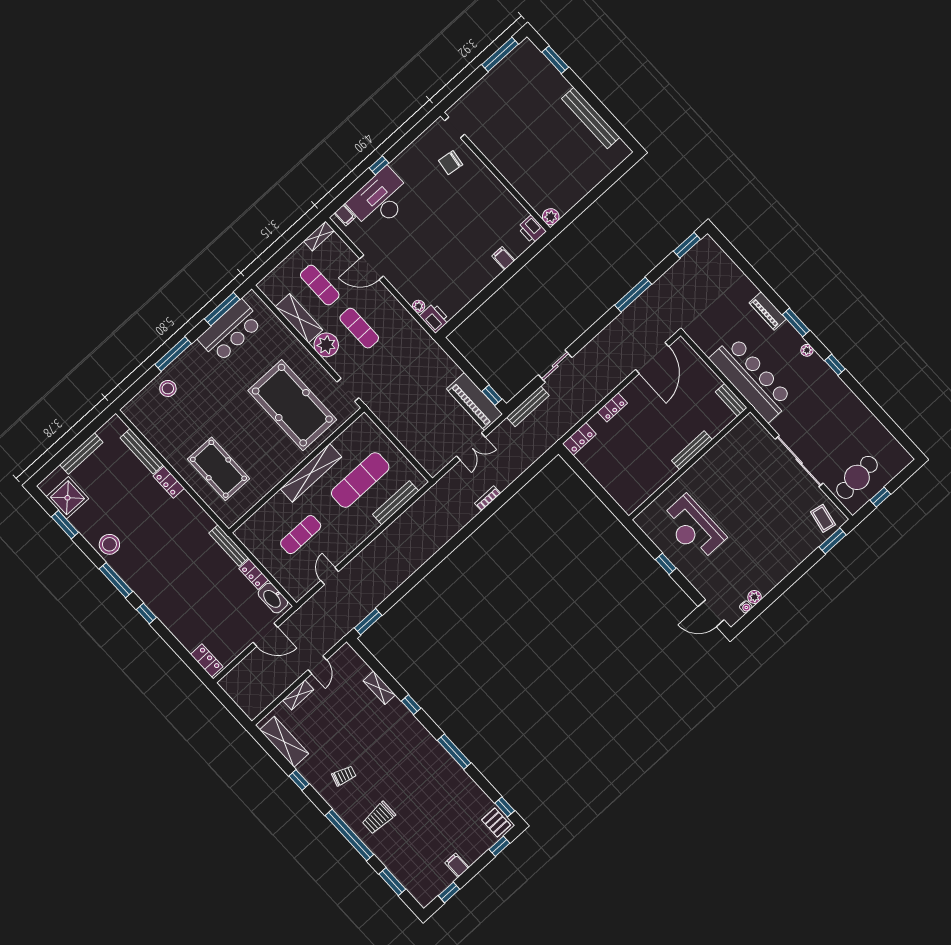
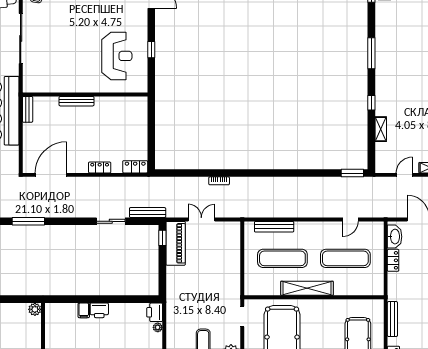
printer: (532, 229) -> (99, 310), moved, turned 90
exercise mat: (301, 535) -> (345, 258), width x1.36, depth x1.45
bench: (229, 546) -> (392, 319), moved

